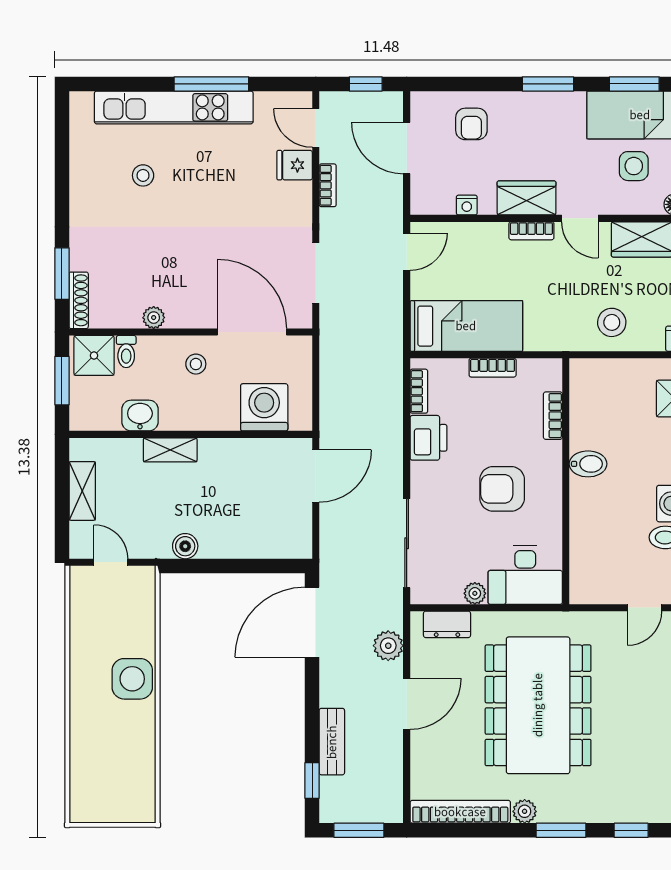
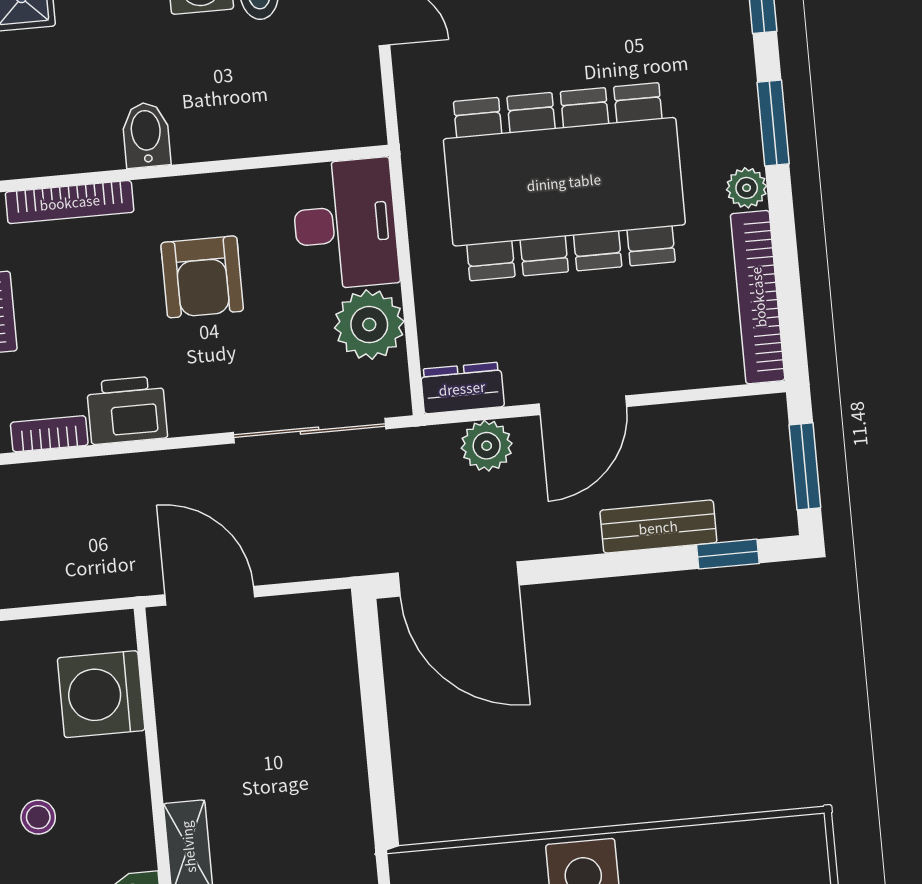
bookcase: (553, 416) -> (70, 202), width x1.56
boiler: (185, 546) -> (350, 807), removed
plant: (475, 593) -> (369, 325), width x1.88, depth x1.88
dresser: (447, 624) -> (462, 388), moved, turned -90
door: (407, 704) -> (583, 405), swing flipped

